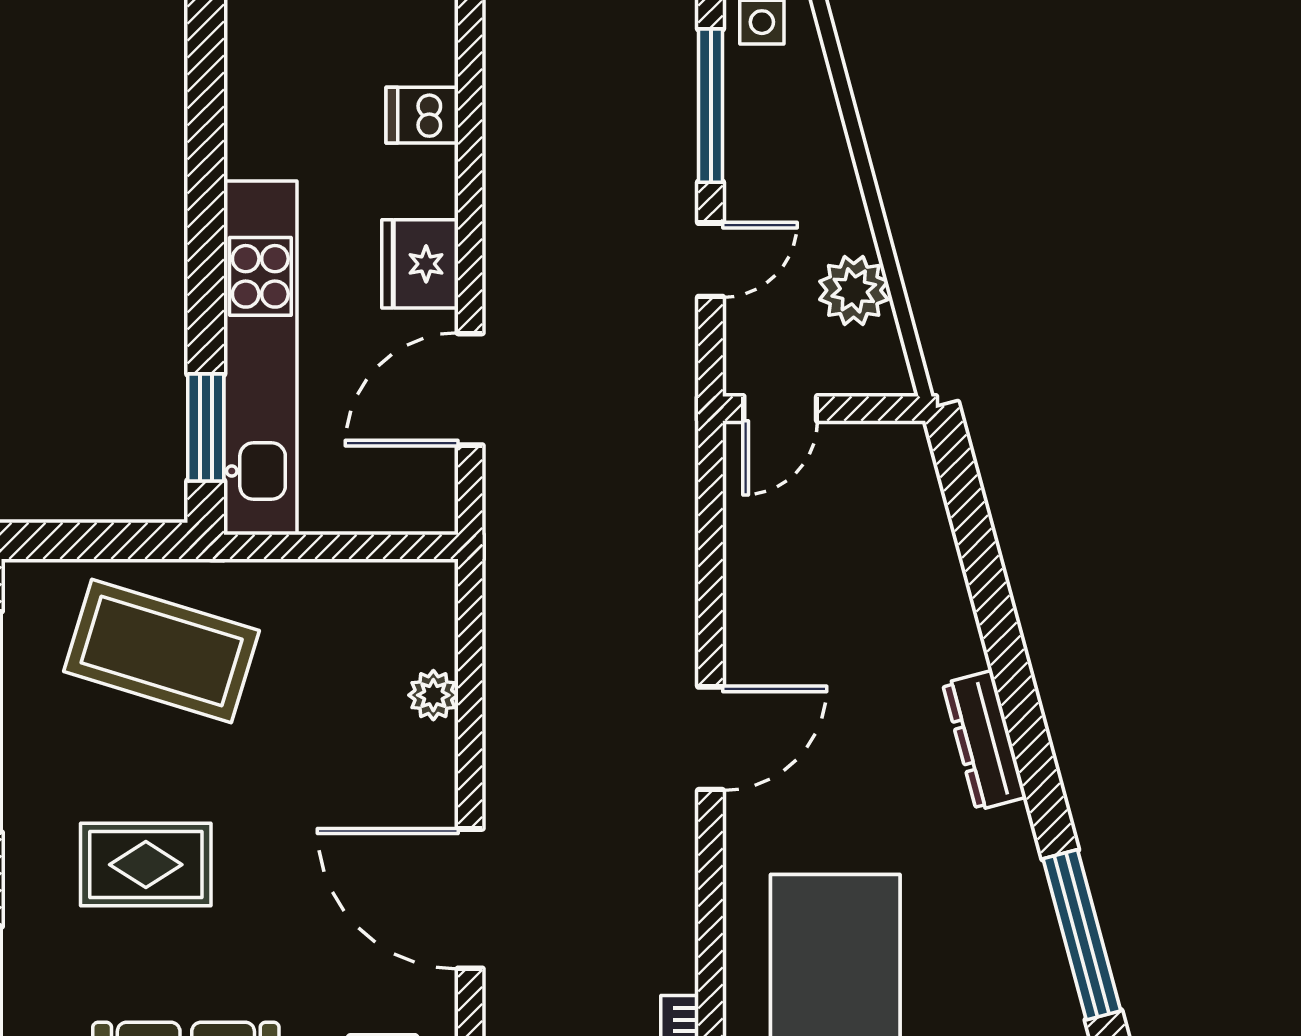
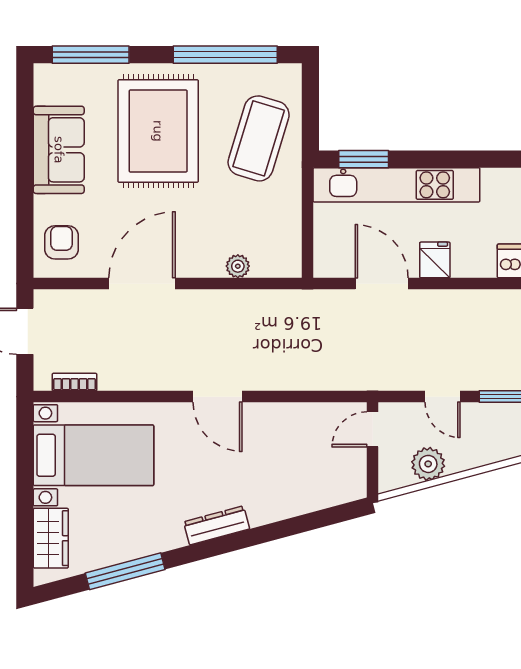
fridge: (420, 264) -> (435, 260), width x0.72
door: (780, 409) -> (373, 429), hinge flipped
rug: (146, 865) -> (158, 131), width x1.86, depth x2.06

